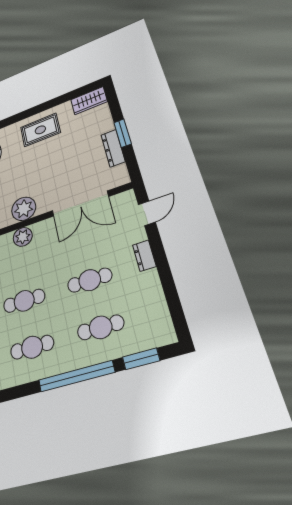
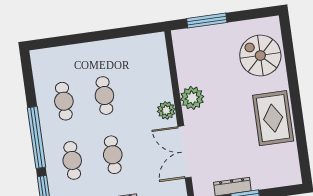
wardrobe: (89, 101) -> (291, 169), removed
rug: (40, 130) -> (273, 118), width x1.36, depth x1.43
plant: (23, 237) -> (166, 110), moved

